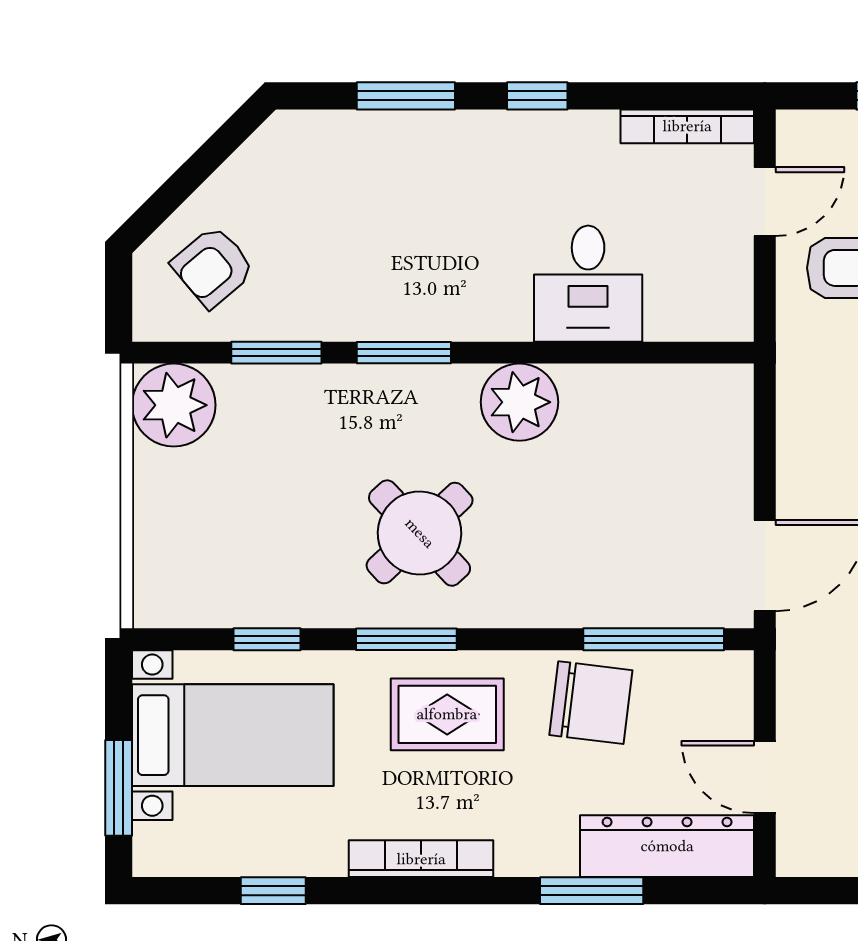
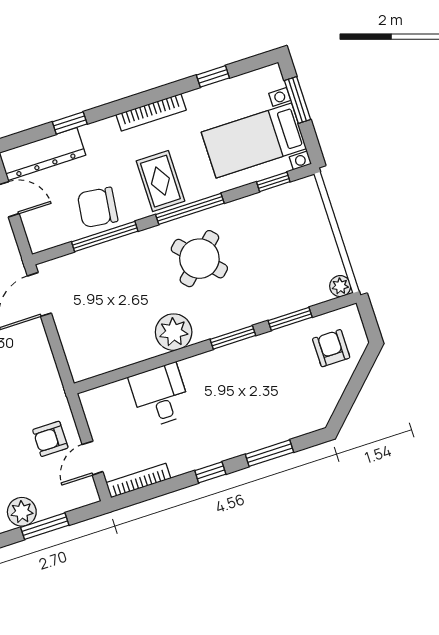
armchair: (213, 267) -> (331, 348), turned -50
plant: (174, 405) -> (340, 286), width x0.53, depth x0.53
window: (267, 639) -> (273, 182), moved
window: (406, 639) -> (190, 209), width x1.44
window: (654, 639) -> (105, 237), moved
rug: (447, 714) -> (160, 181), turned 90
window: (592, 891) -> (70, 123), width x0.67

